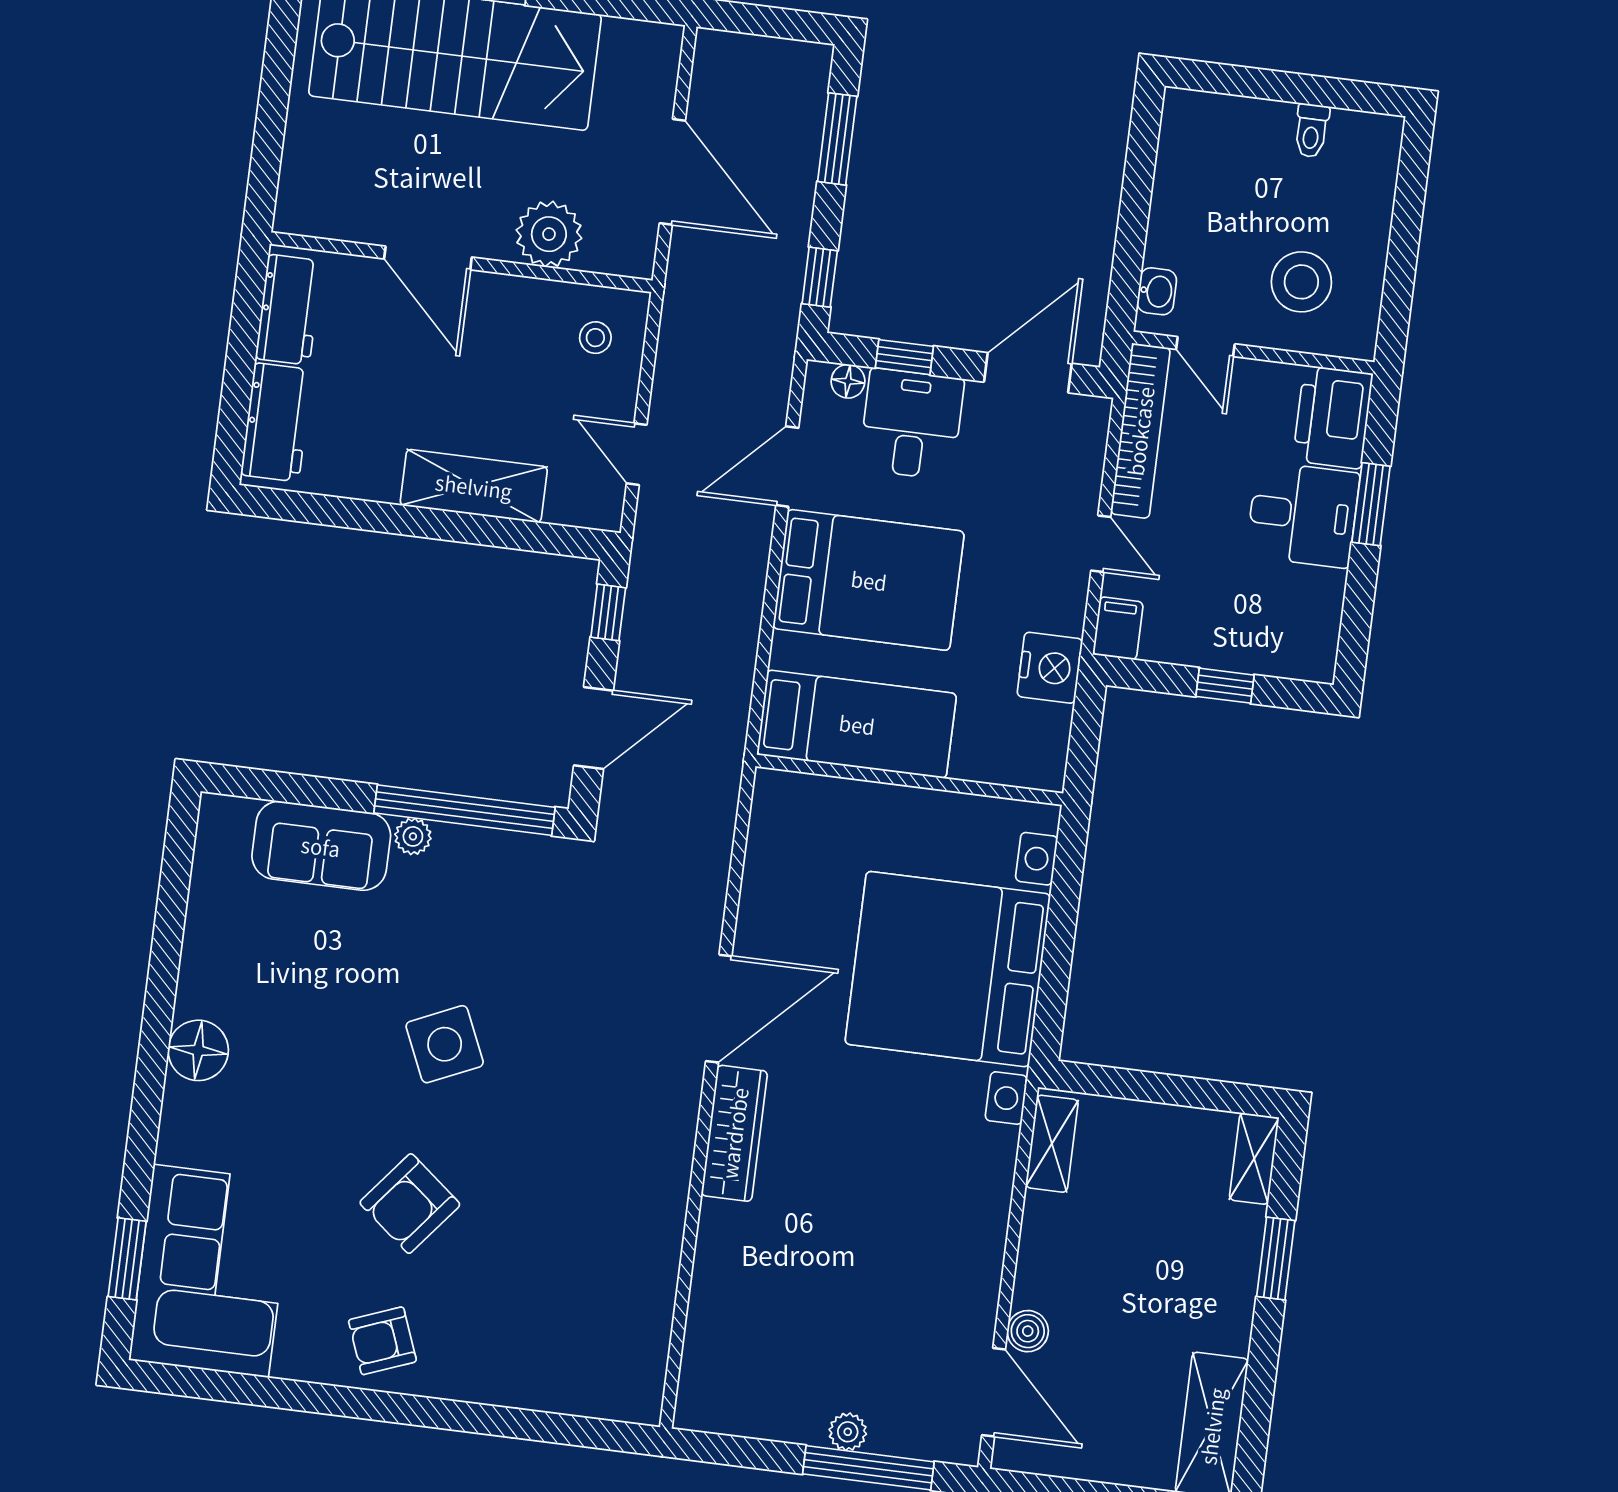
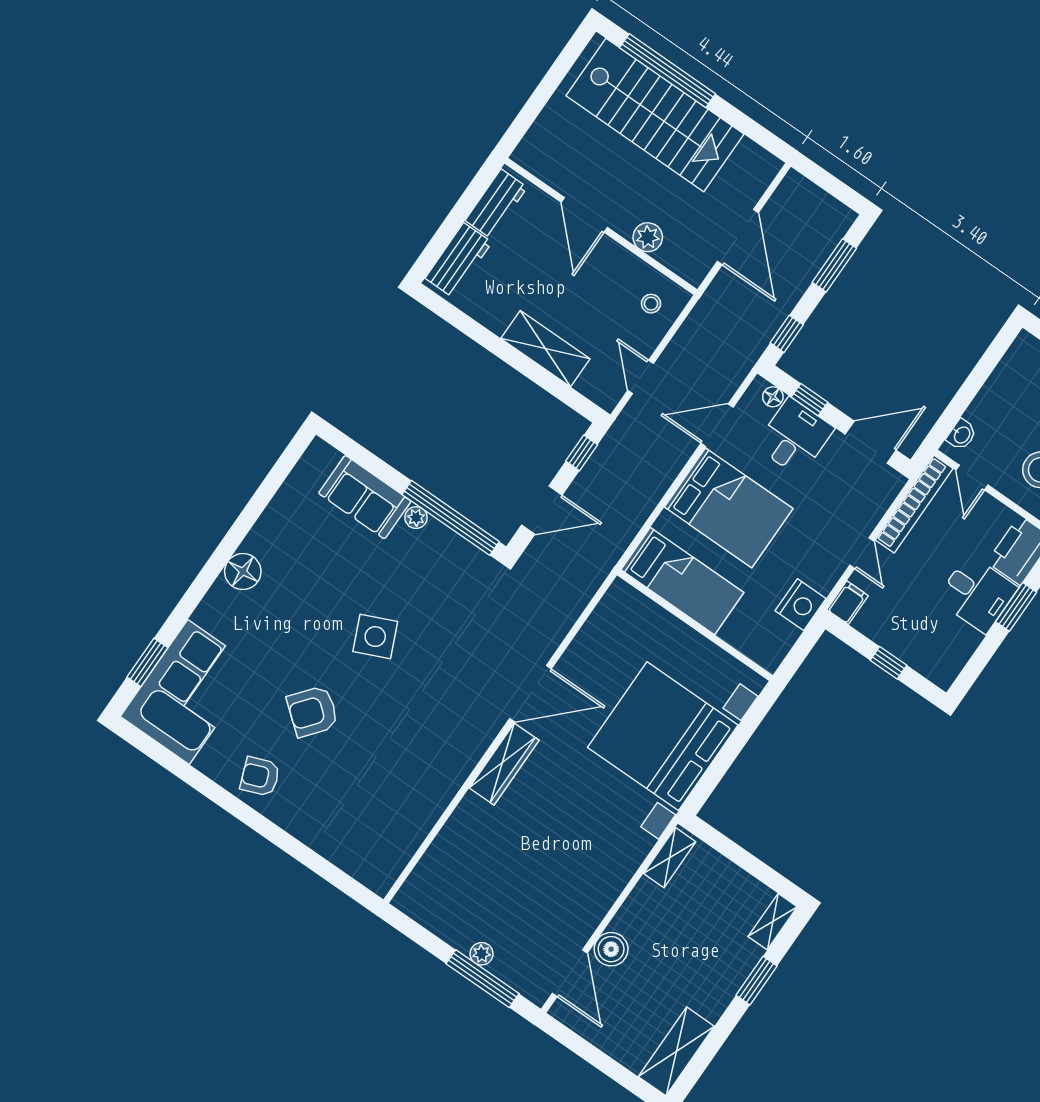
plant: (549, 234) -> (648, 237), width x0.73, depth x0.73
boiler: (1028, 1331) -> (611, 949), width x1.36, depth x1.36

